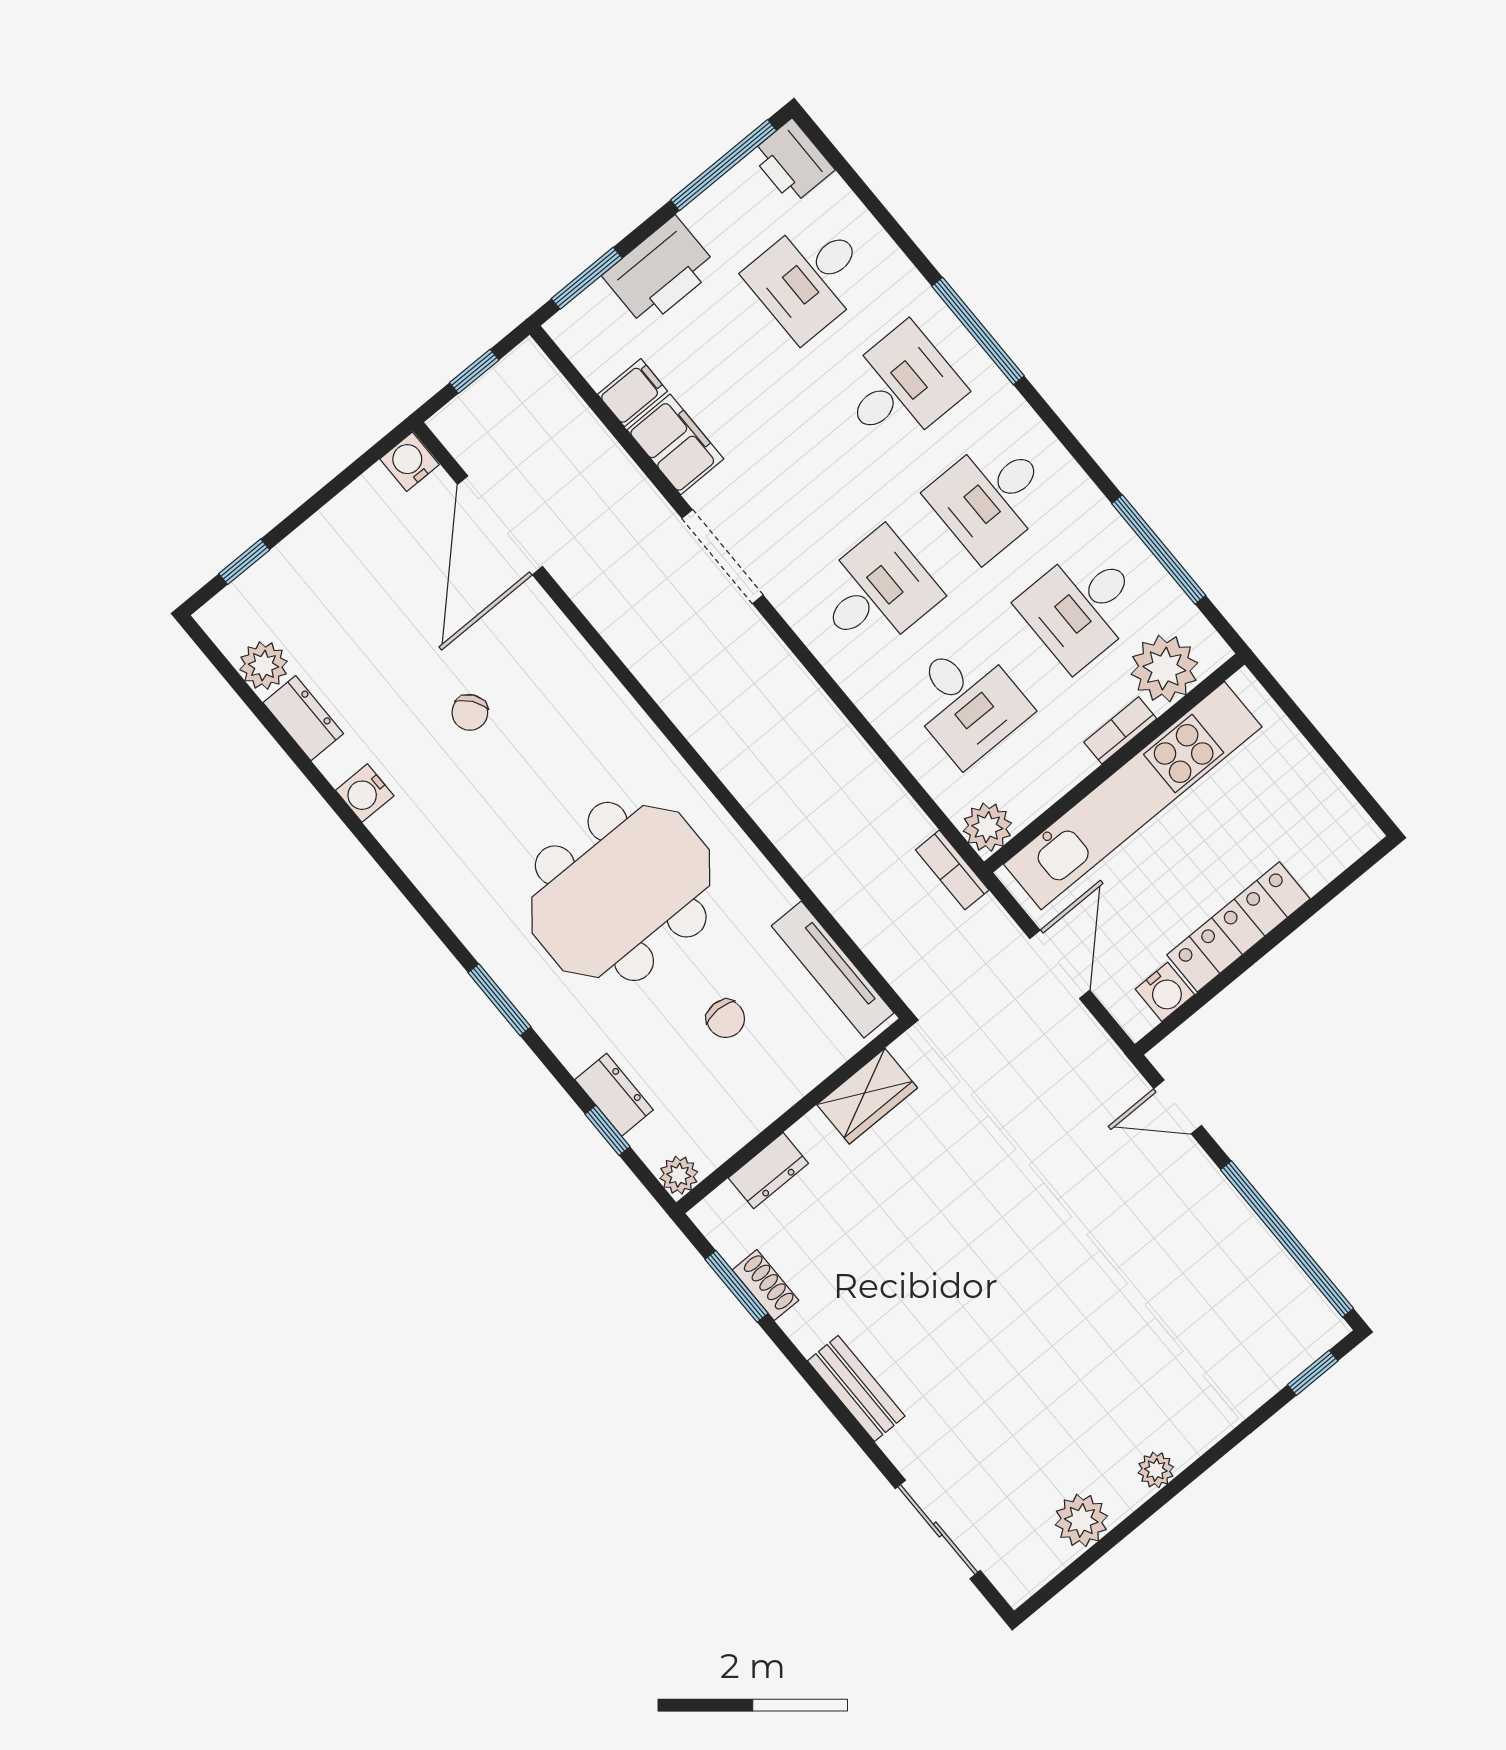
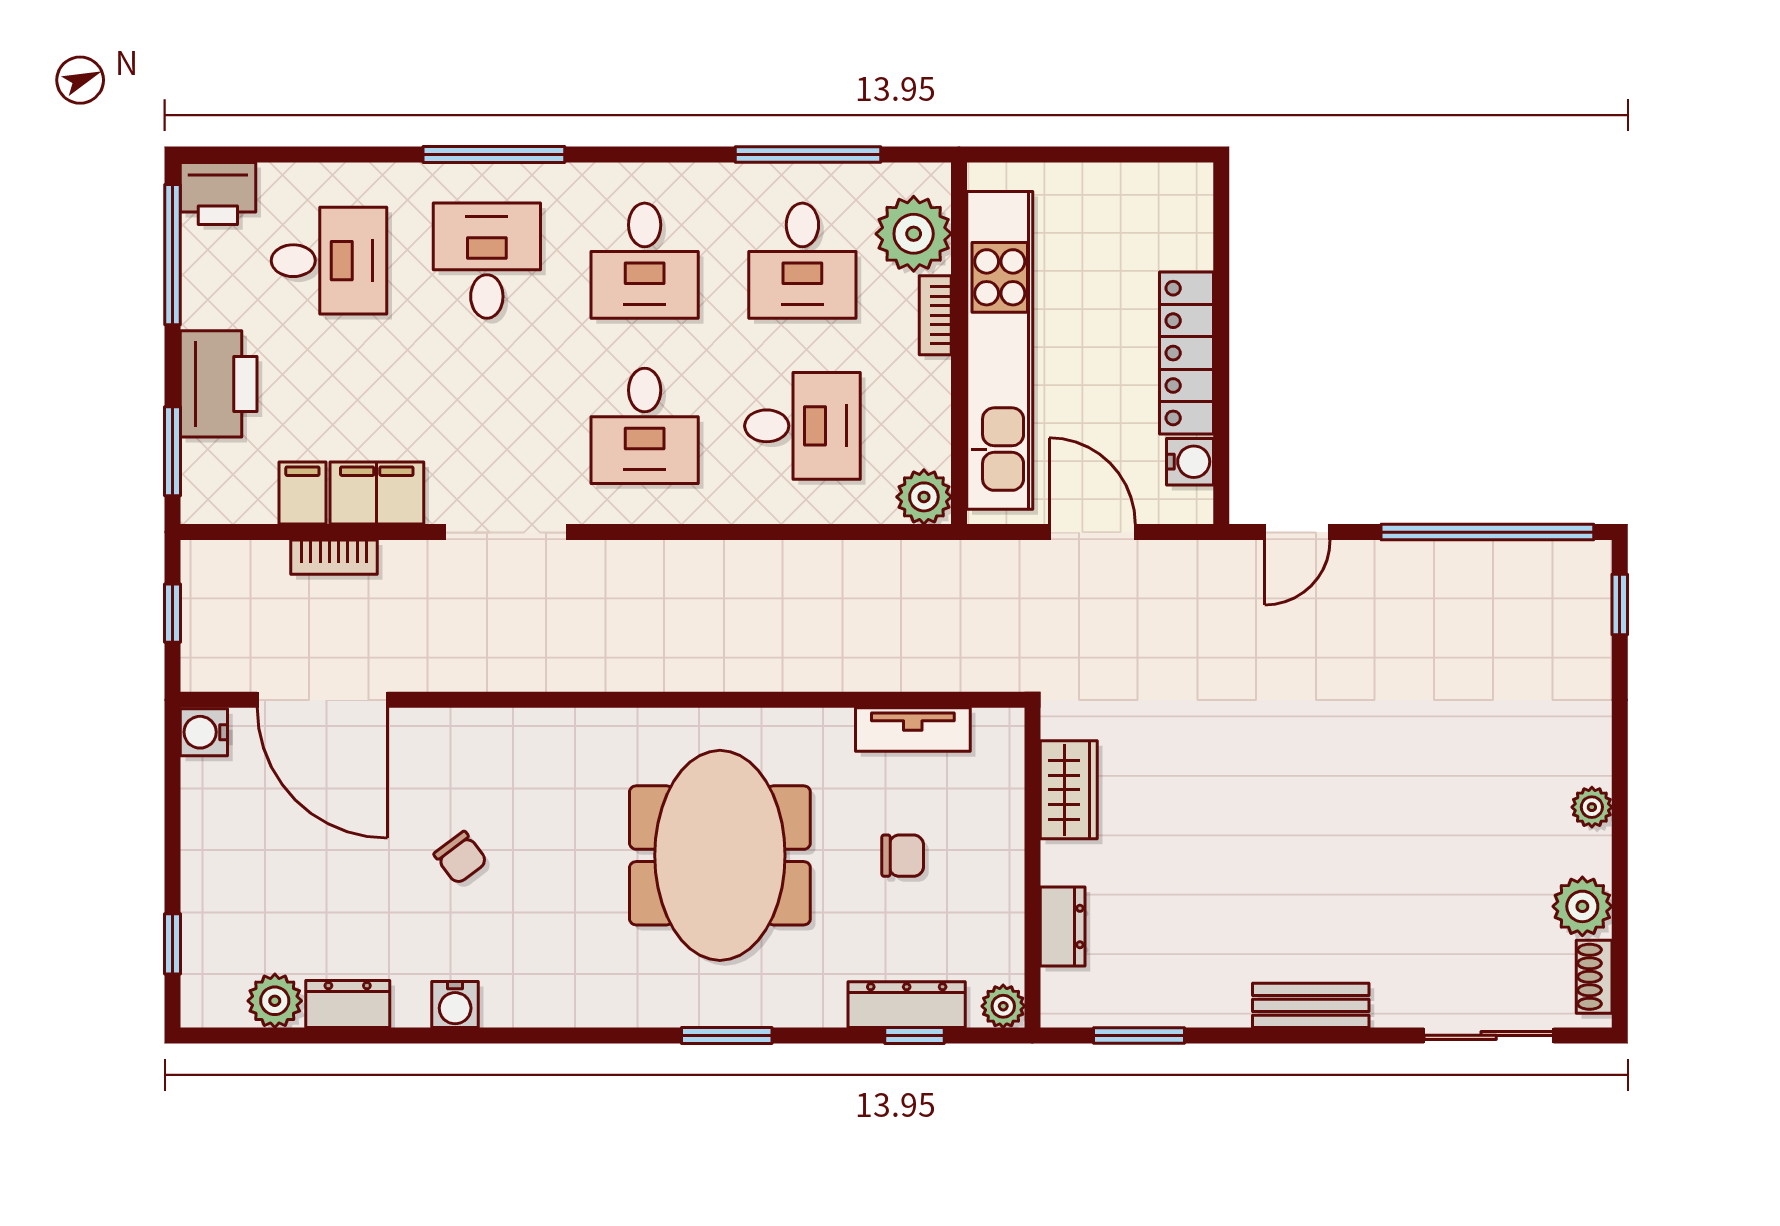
desk: (809, 278) -> (329, 261), turned -90
desk: (876, 592) -> (645, 426), turned 180
bookcase: (952, 870) -> (334, 557), moved
tv unit: (833, 969) -> (913, 730), width x0.71
dresser: (614, 1095) -> (907, 1005), width x1.44
shoe rack: (765, 1285) -> (1594, 977), moved, turned -90

